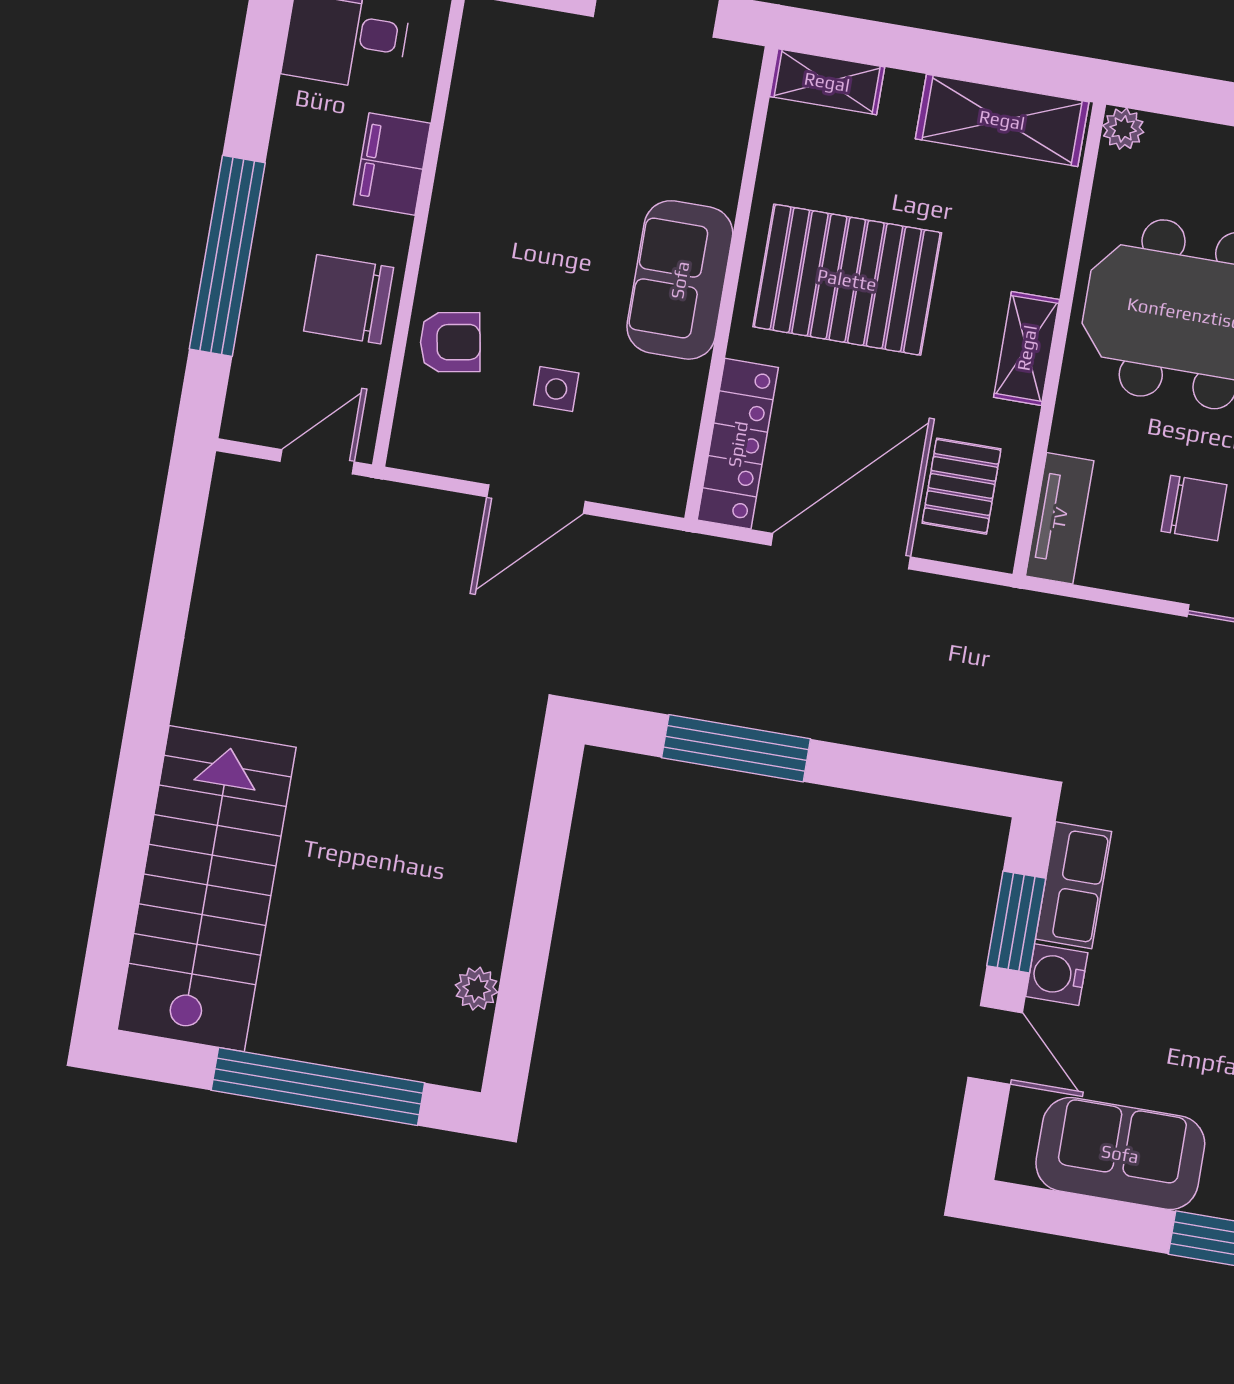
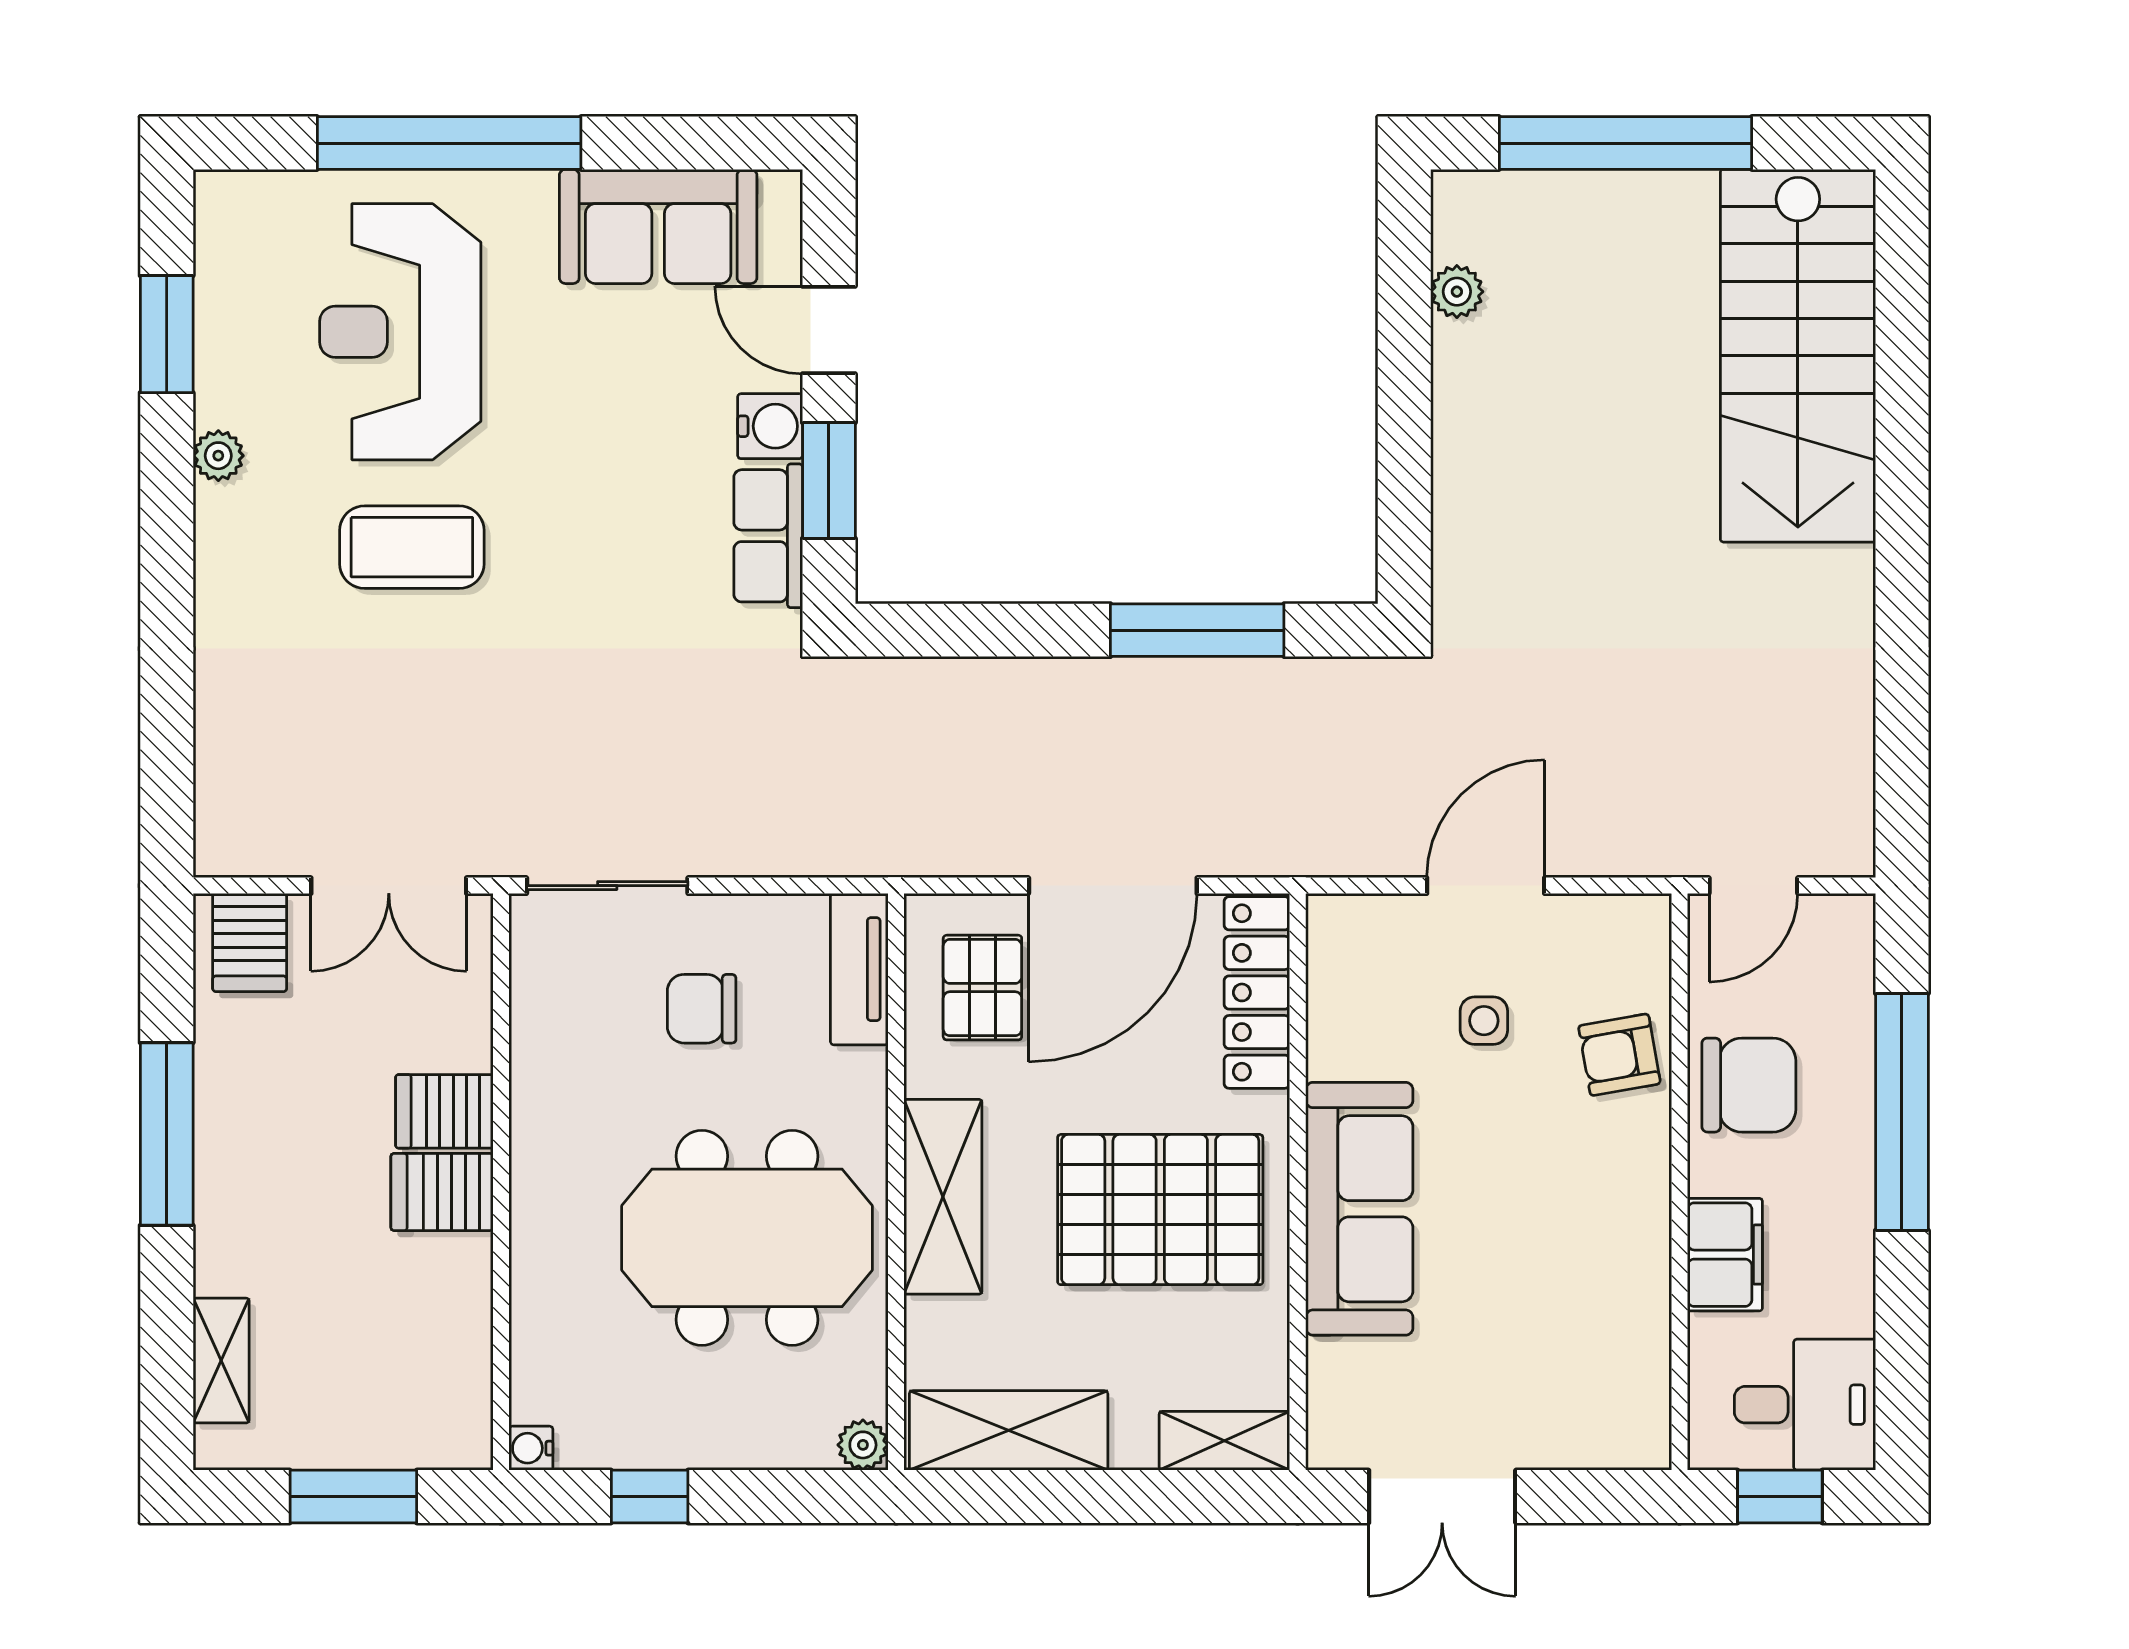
sofa: (680, 280) -> (1359, 1209), width x1.36
shelving: (1027, 348) -> (943, 1197), width x1.50, depth x1.33

